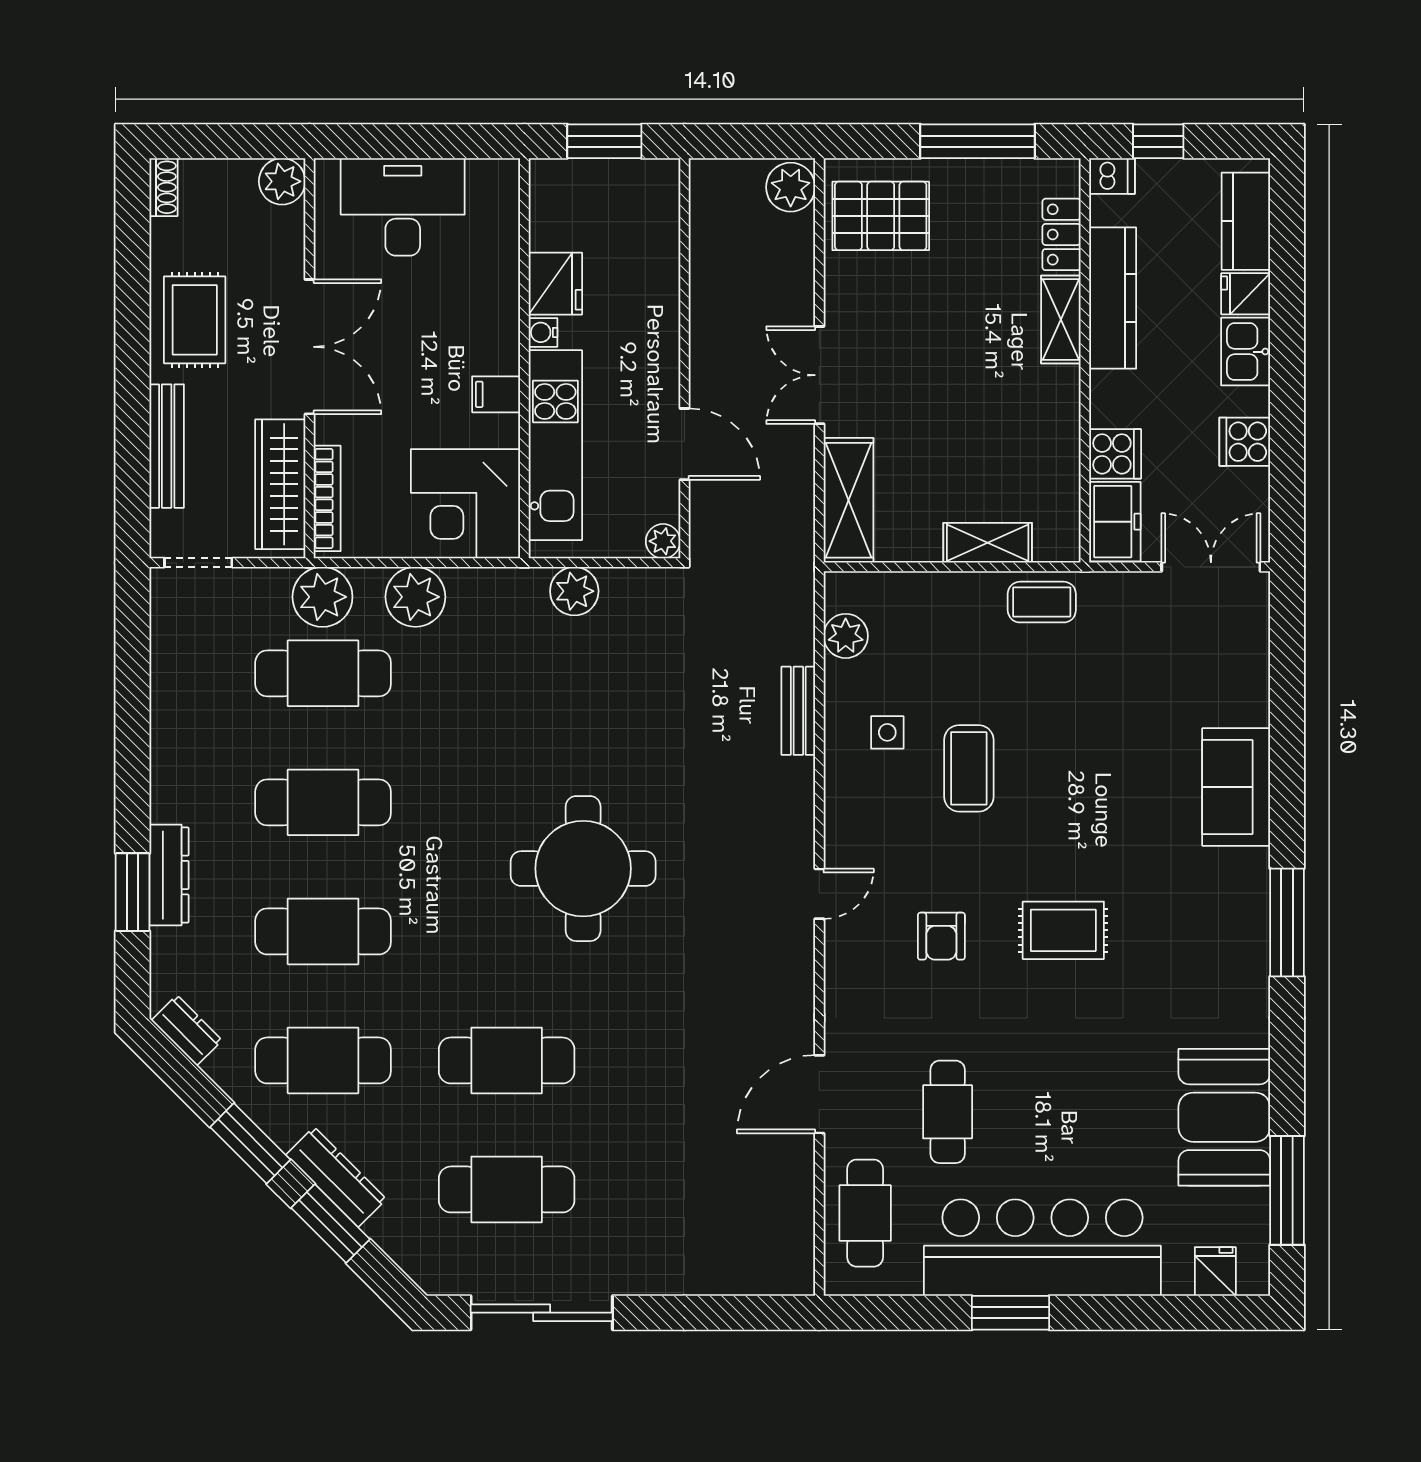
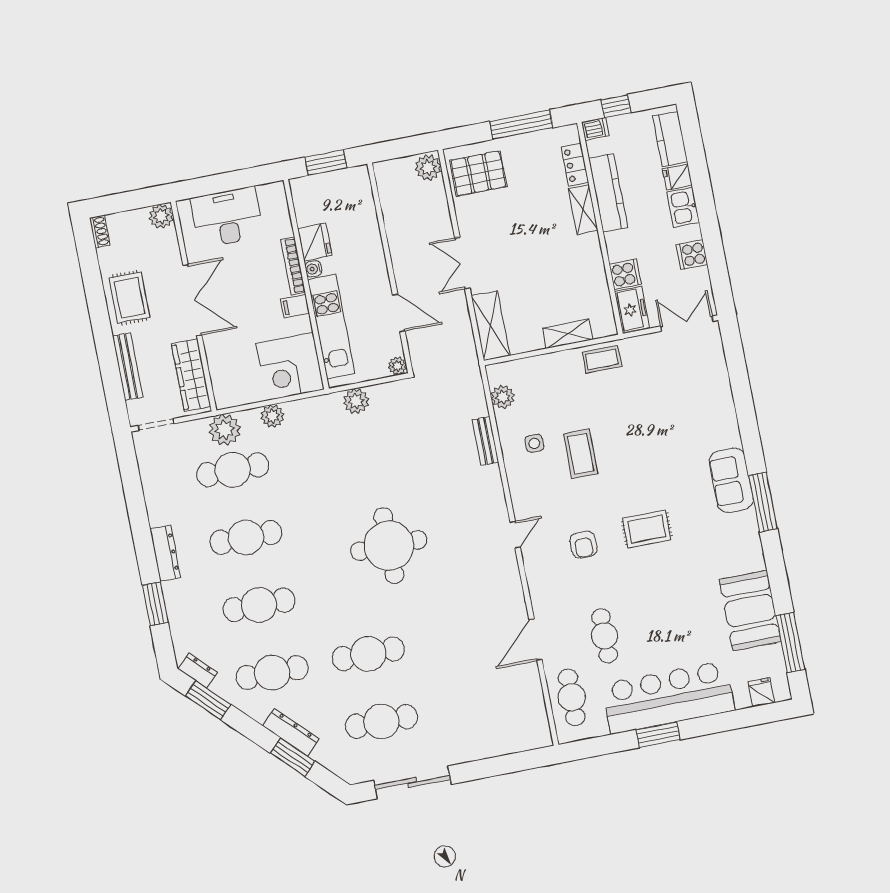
bookcase: (327, 498) -> (293, 266), moved, turned 180
plant: (415, 597) -> (273, 416), width x0.73, depth x0.73
sofa: (1236, 787) -> (731, 480), moved
dresser: (169, 875) -> (165, 553), moved
window: (250, 1143) -> (208, 700), moved

